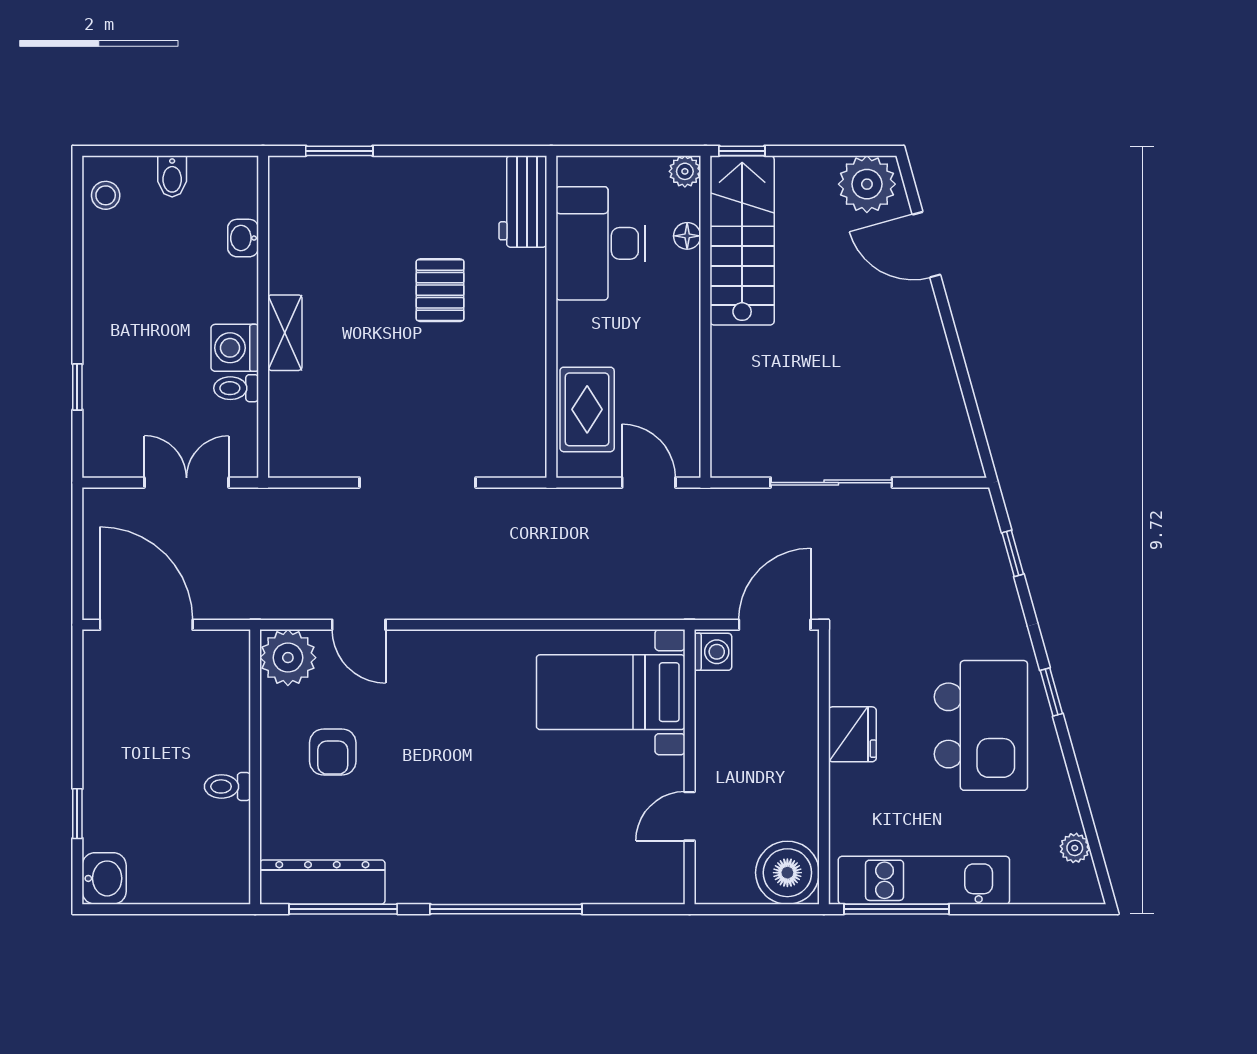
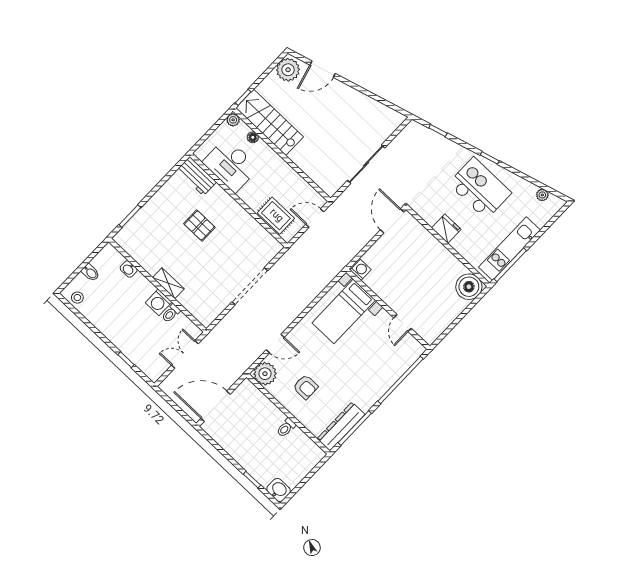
washing machine: (713, 652) -> (361, 270), moved
bed with nightstands: (611, 692) -> (344, 311), moved
wall: (690, 767) -> (388, 309), moved
door: (690, 816) -> (403, 323), moved

